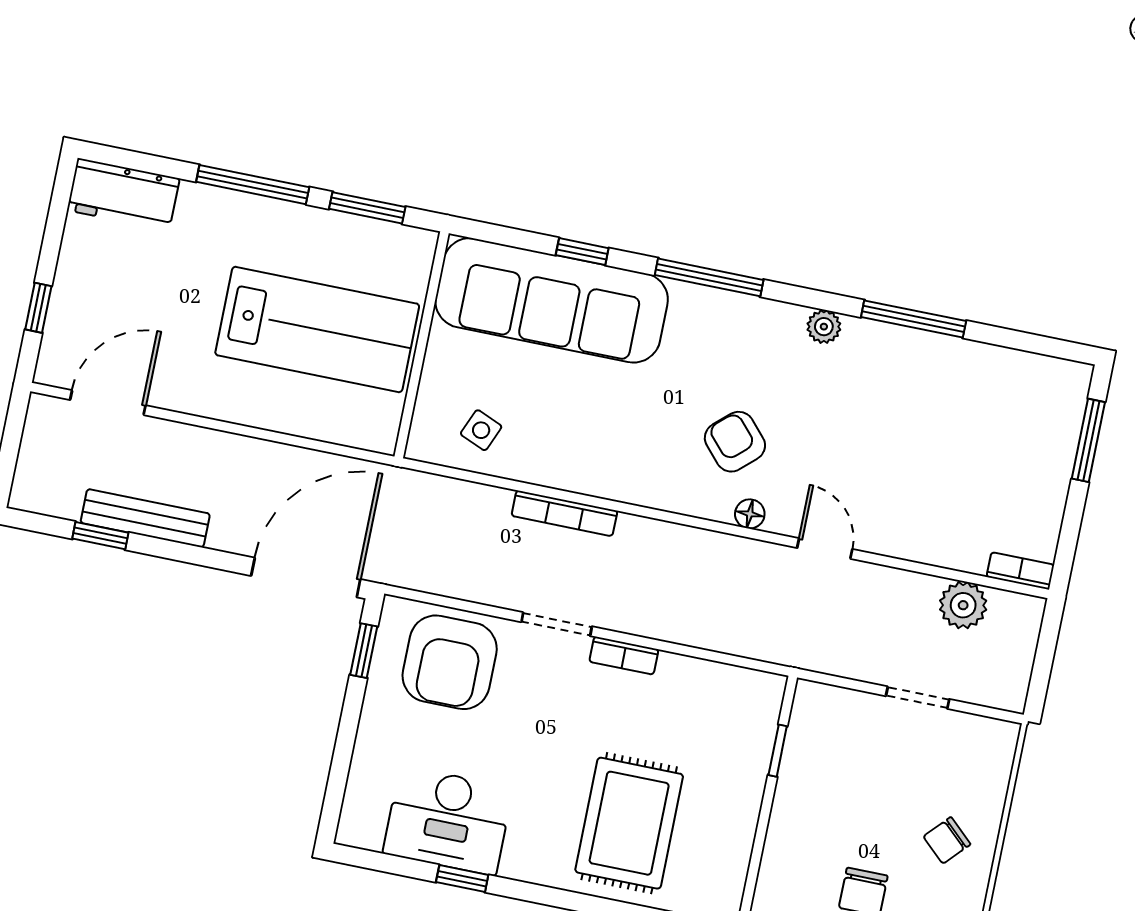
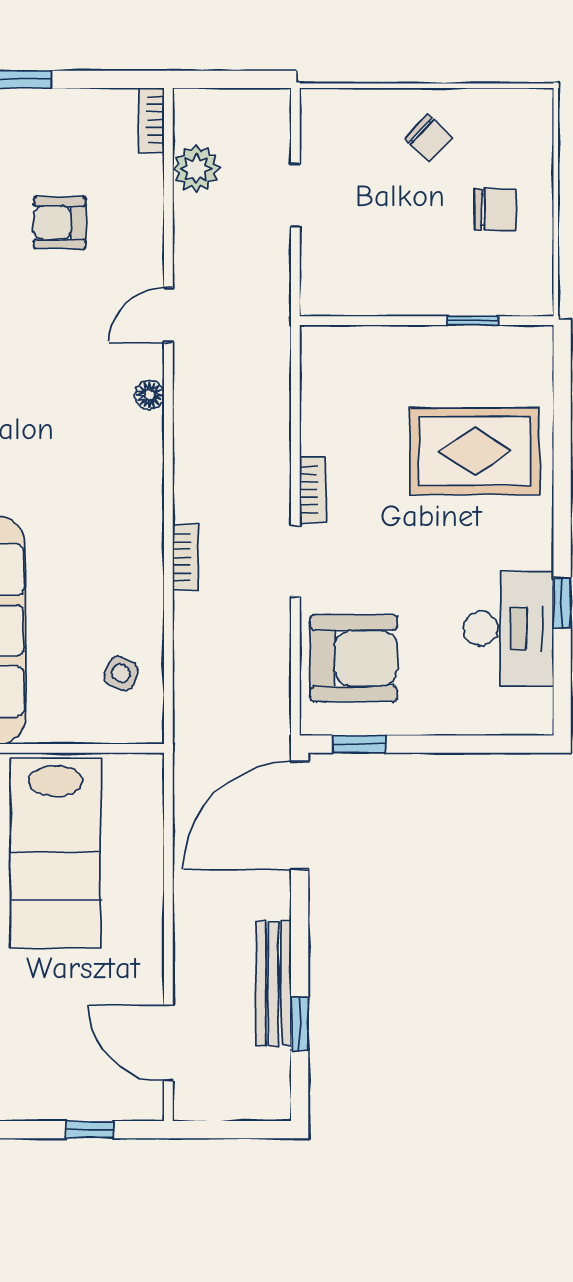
lab bench: (317, 329) -> (55, 853), turned 180
armchair: (735, 442) -> (60, 223), moved, turned 42
bookcase: (564, 513) -> (186, 557), width x0.64
door: (306, 578) -> (300, 815), hinge flipped
window: (778, 751) -> (473, 321), moved

